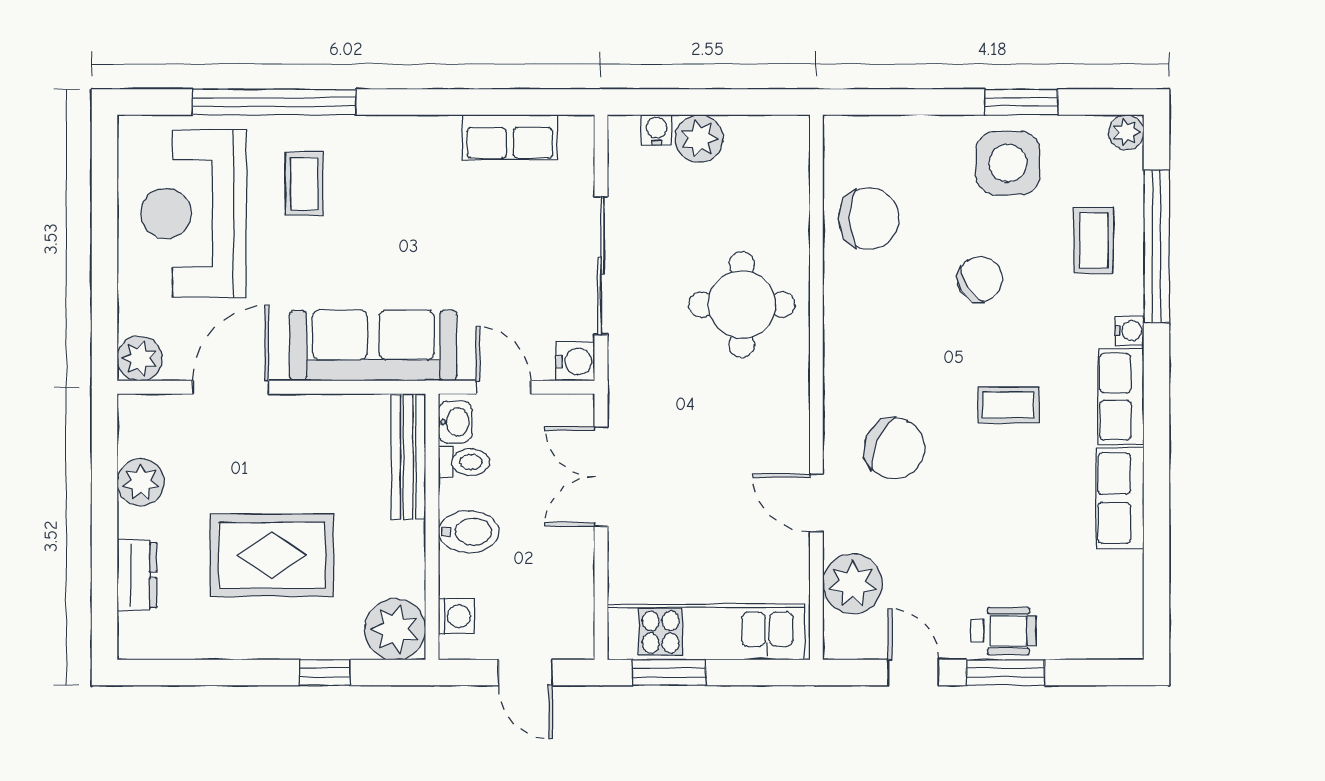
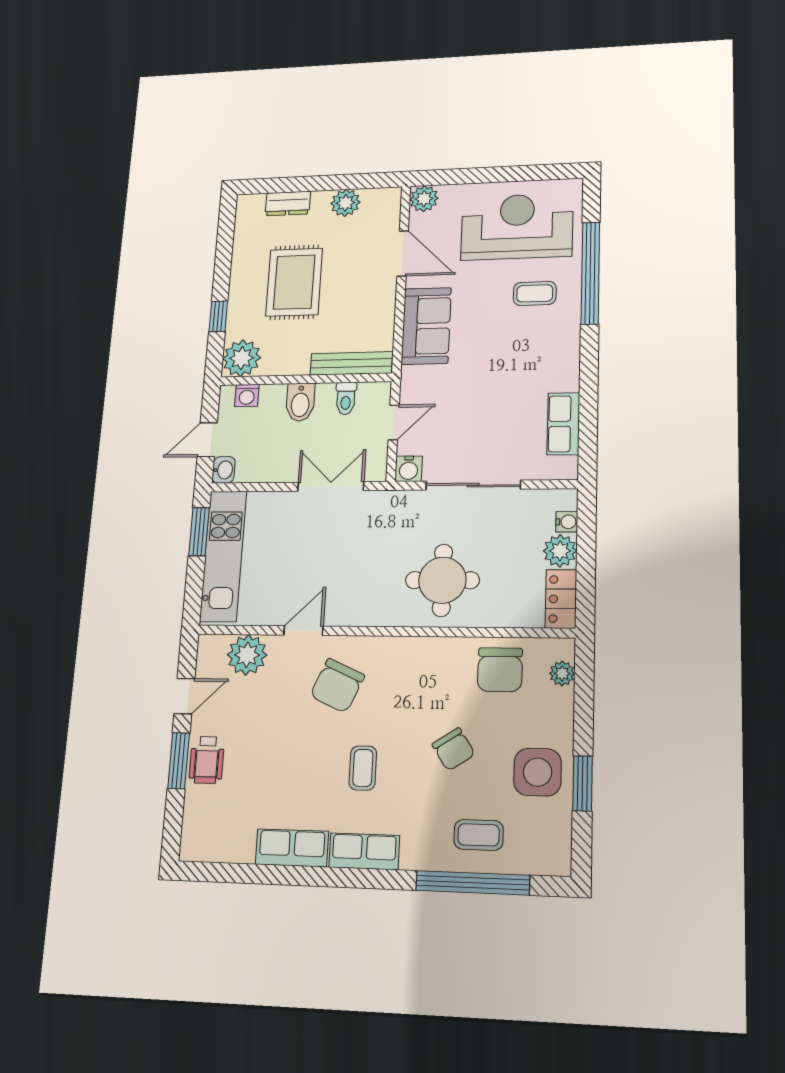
plant: (1126, 132) -> (562, 673), moved
locker: (768, 136) -> (561, 599), added
water cooler: (1129, 331) -> (411, 860), removed
sofa: (373, 345) -> (426, 326), width x0.73
washbasin: (455, 422) -> (224, 470), moved, turned -90

